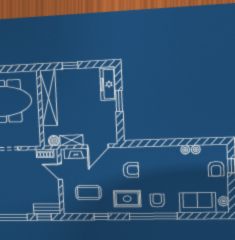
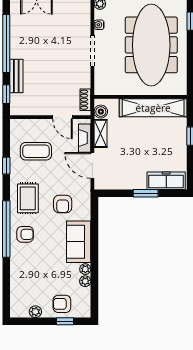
door: (60, 172) -> (62, 117), swing flipped
coffee table: (88, 193) -> (36, 151), turned 90
plant: (224, 201) -> (35, 312), moved
sofa: (198, 203) -> (79, 242), moved, turned 180
bench: (47, 209) -> (16, 76), moved

